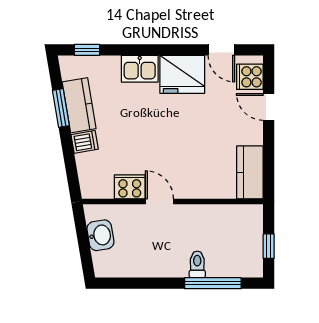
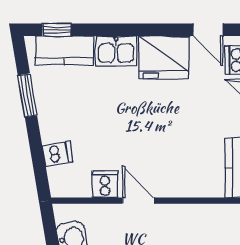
kitchen counter: (79, 105) -> (64, 51), moved, turned 100
dishwasher: (85, 142) -> (57, 154), moved
cooker: (130, 187) -> (105, 184), width x0.73

